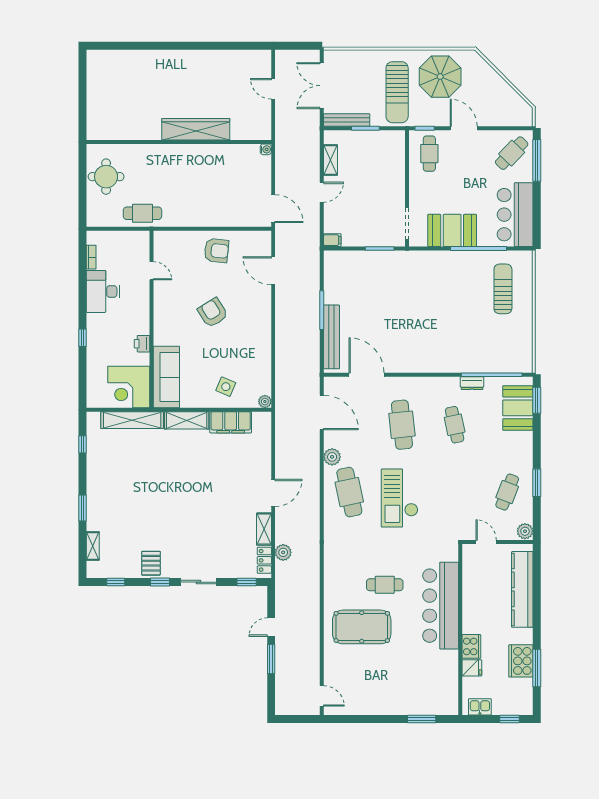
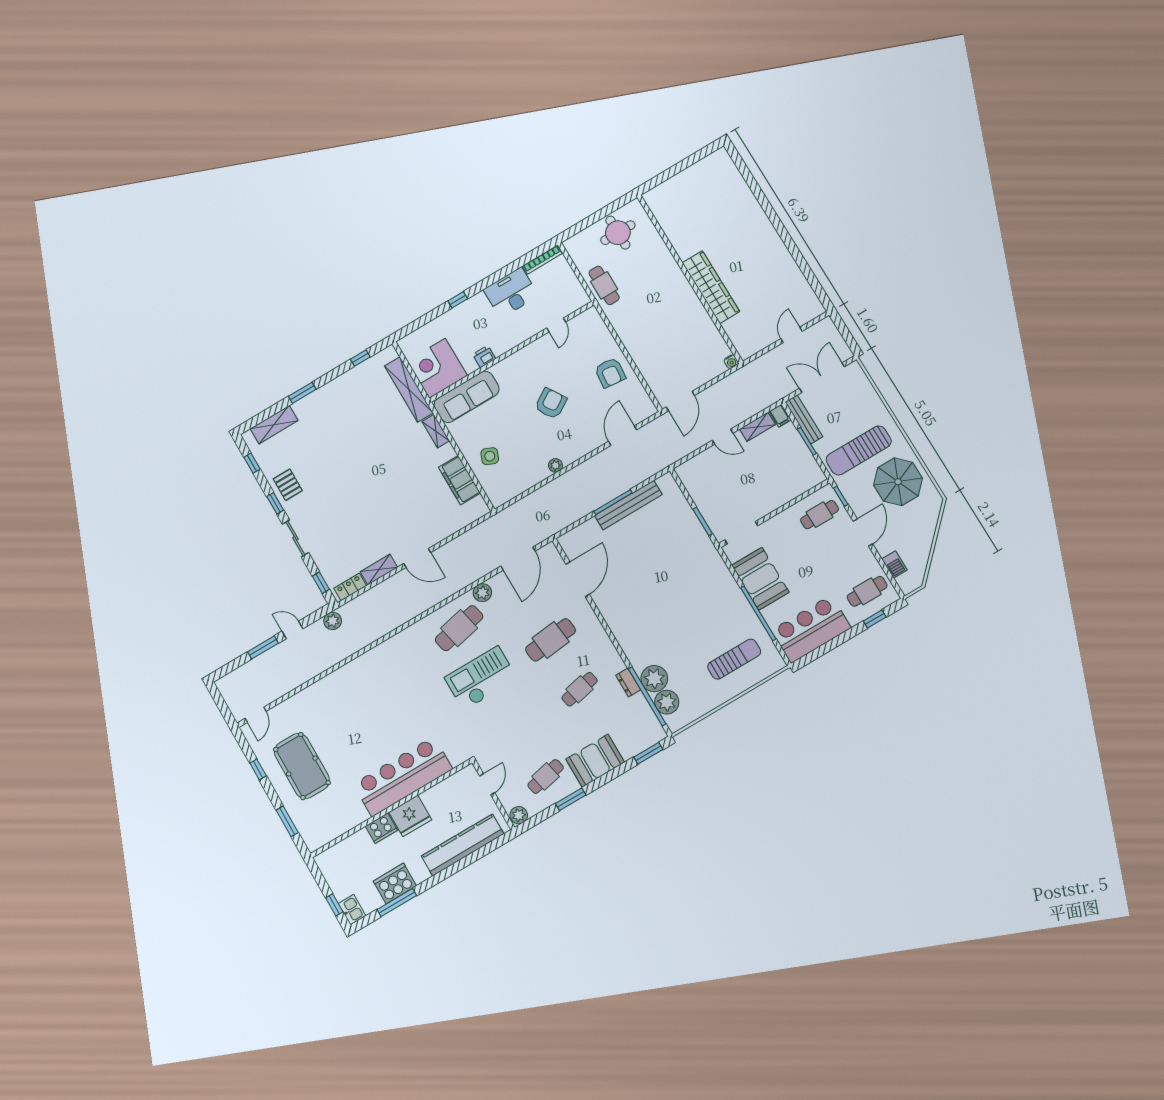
barbecue: (503, 119) -> (894, 564), added
cafe table: (512, 153) -> (867, 591), turned -44
window: (537, 160) -> (875, 619), width x0.46
filing cabinet: (332, 240) -> (780, 416), moved
bookcase: (91, 257) -> (542, 260), width x1.56
bench: (332, 337) -> (628, 505), moved
plant: (481, 361) -> (654, 679), added
plant: (505, 362) -> (667, 702), added
plant: (265, 401) -> (555, 465), moved
booth: (518, 408) -> (595, 761), moved
shelving: (187, 420) -> (436, 431), width x0.67, depth x0.75
cafe table: (507, 492) -> (546, 776), turned -33
shelving: (93, 546) -> (274, 425), width x1.50, depth x1.33
plant: (283, 552) -> (333, 621), moved
pallet: (151, 563) -> (288, 485), turned 90
cafe table: (385, 585) -> (392, 712), removed
pool table: (362, 627) -> (302, 766), moved
fridge: (472, 668) -> (410, 816), moved, width x1.88, depth x1.34
kitchen sink: (480, 707) -> (352, 910), moved
window: (367, 719) -> (258, 769), added

